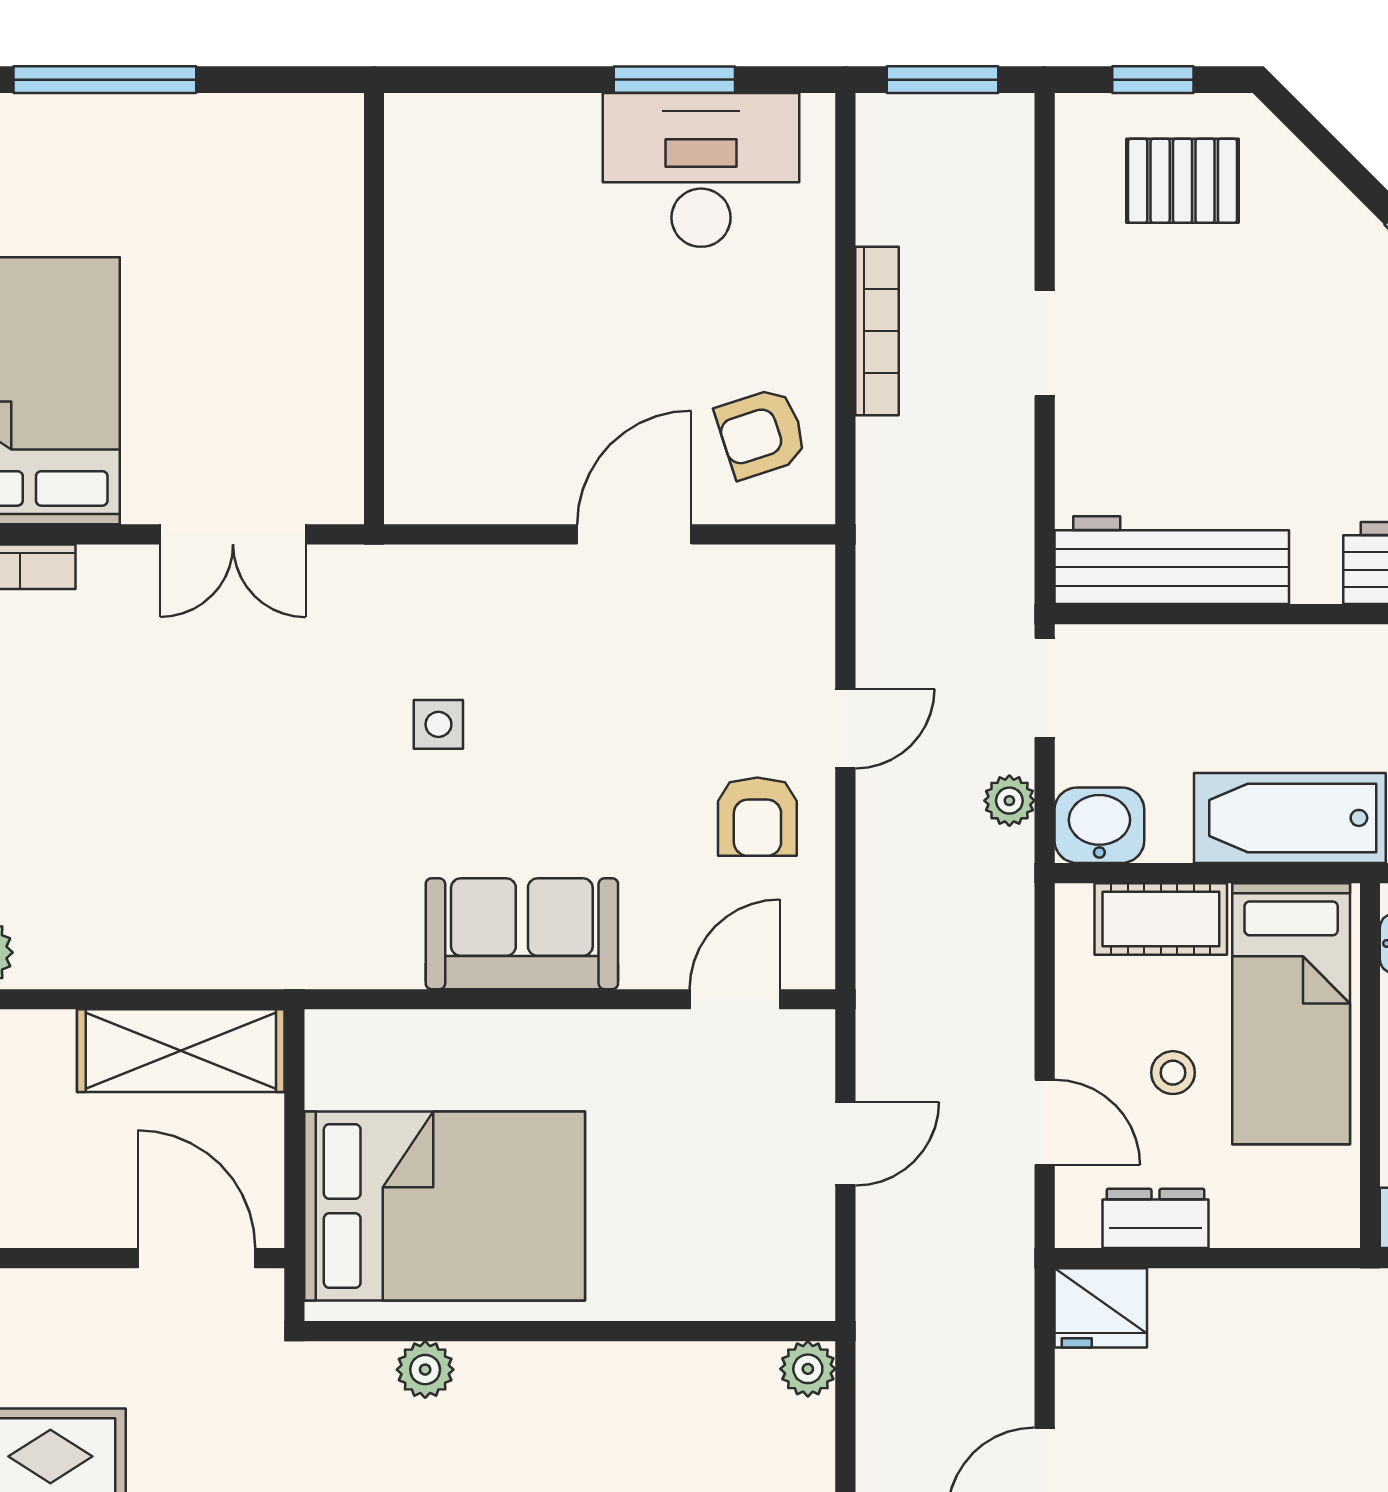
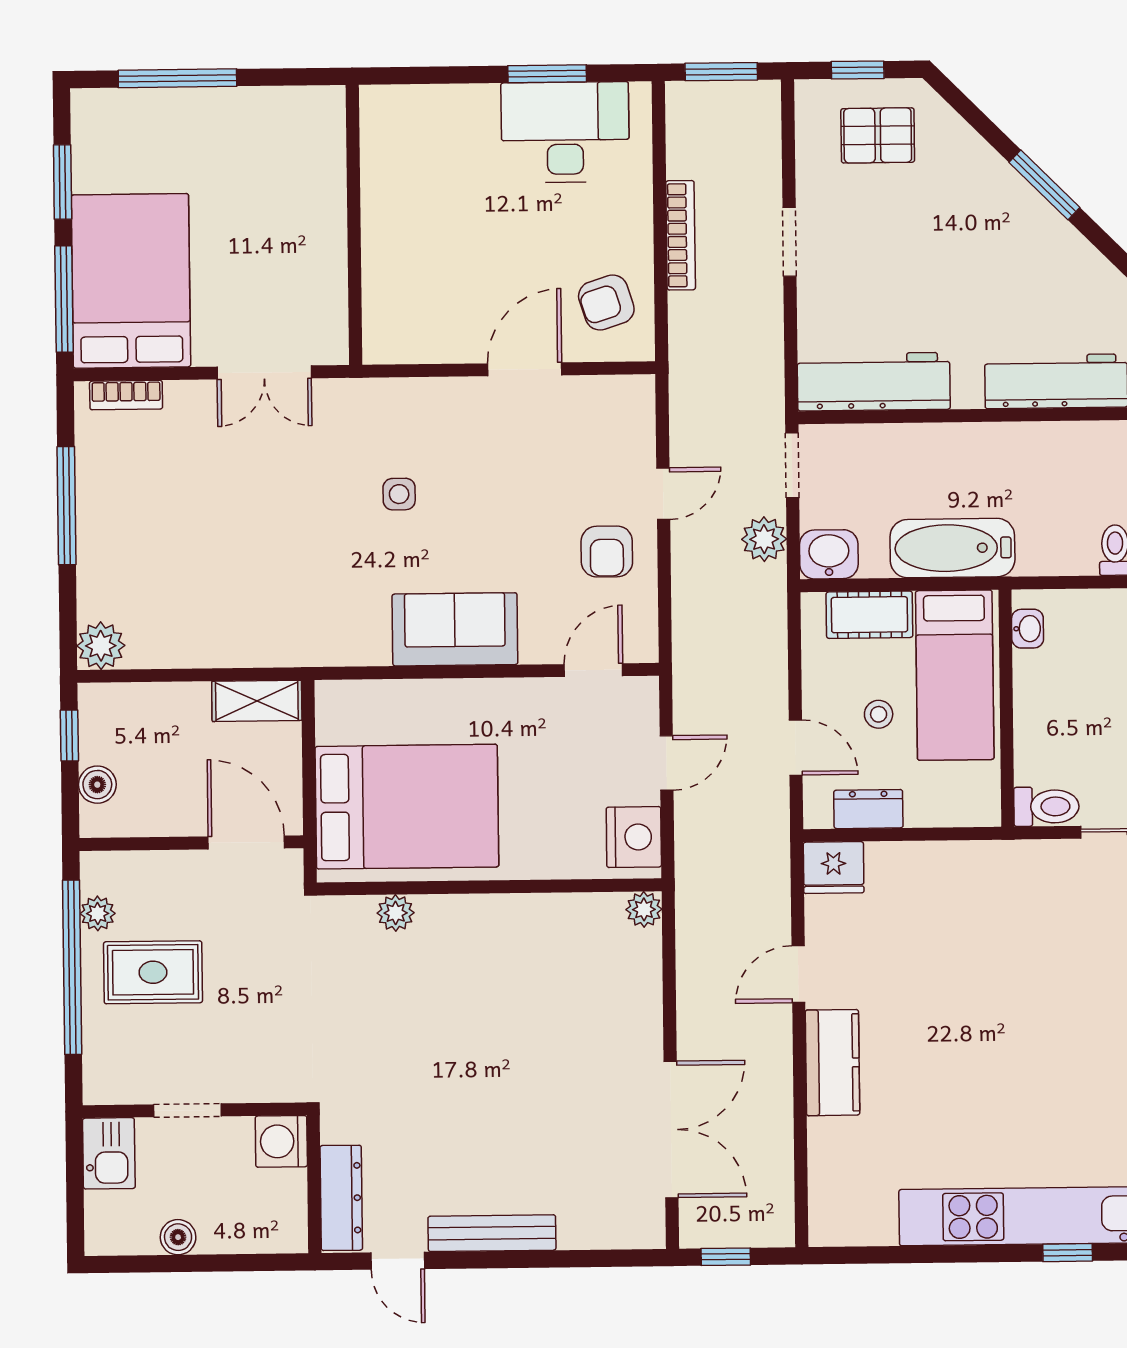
plant: (1009, 801) -> (764, 539), width x1.38, depth x1.38
shelving: (181, 1051) -> (257, 701), width x0.67, depth x0.75
nightstand: (794, 1257) -> (634, 837), added

